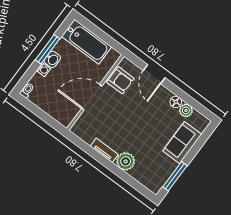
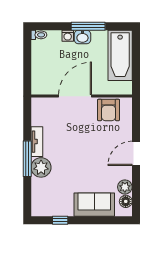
door: (154, 74) -> (136, 153), moved
door: (92, 97) -> (75, 96), hinge flipped
floor lamp: (176, 102) -> (126, 201), moved
window: (112, 167) -> (27, 159), added
window: (175, 176) -> (60, 220), width x0.46

